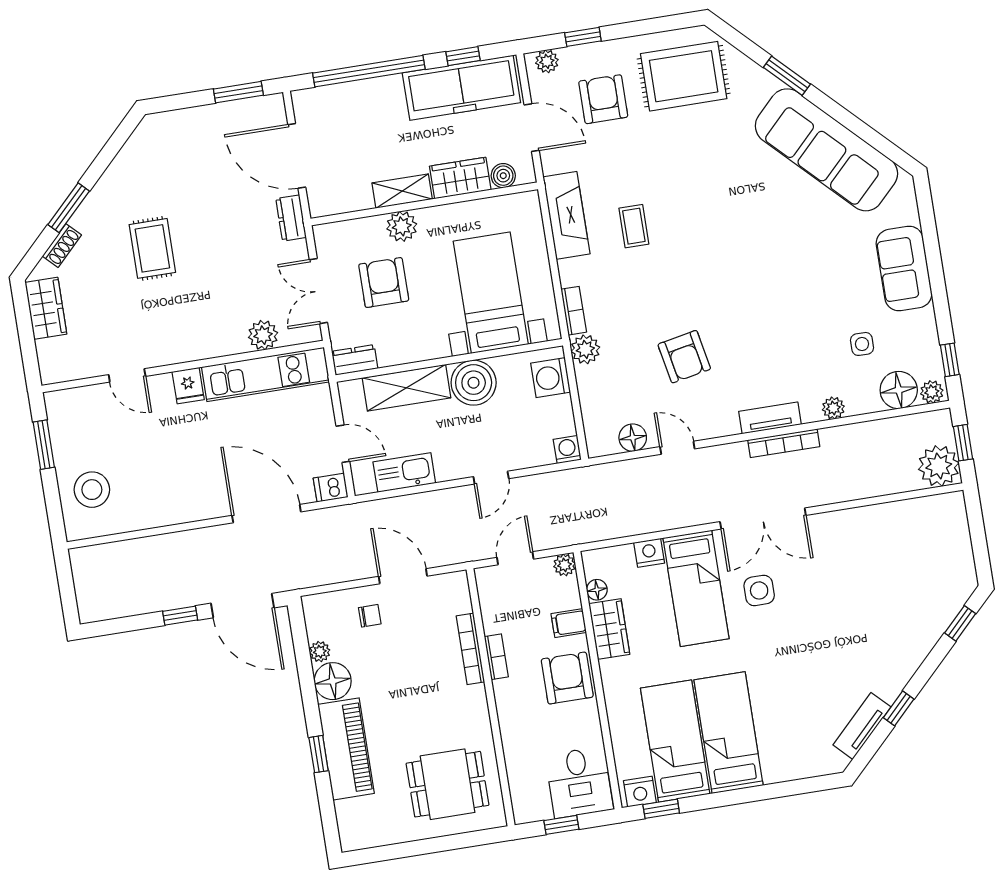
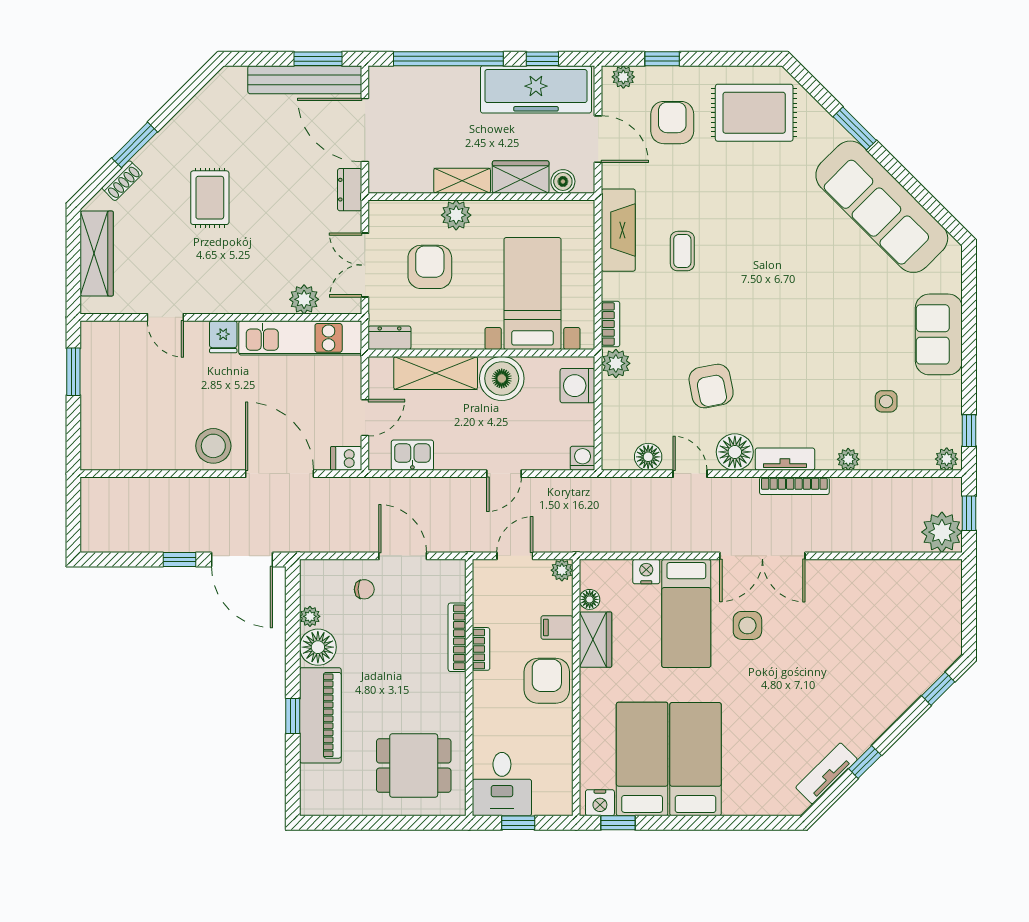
bench: (229, 115) -> (305, 80), added
wardrobe: (46, 308) -> (97, 254), width x1.50
floor lamp: (899, 390) -> (735, 452), moved
door: (343, 444) -> (365, 418), hinge flipped
kitchen sink: (404, 472) -> (412, 455), width x0.73
stool: (92, 490) -> (213, 446), moved
desk: (579, 782) -> (502, 784), moved

